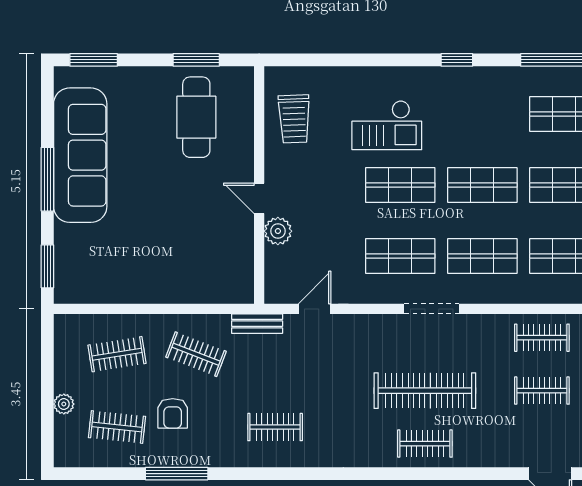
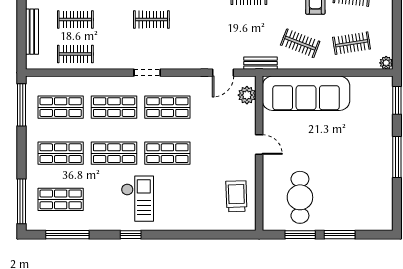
window: (94, 60) -> (340, 235), moved
checkout: (387, 125) -> (137, 199), moved, turned 90
sofa: (80, 155) -> (306, 93), moved, turned -90
plant: (278, 231) -> (247, 95), moved
doorway: (431, 309) -> (147, 73), width x0.73
clothes rail: (425, 391) -> (151, 20), width x0.54, depth x0.76
plant: (64, 404) -> (386, 63), moved

